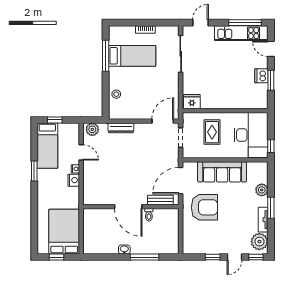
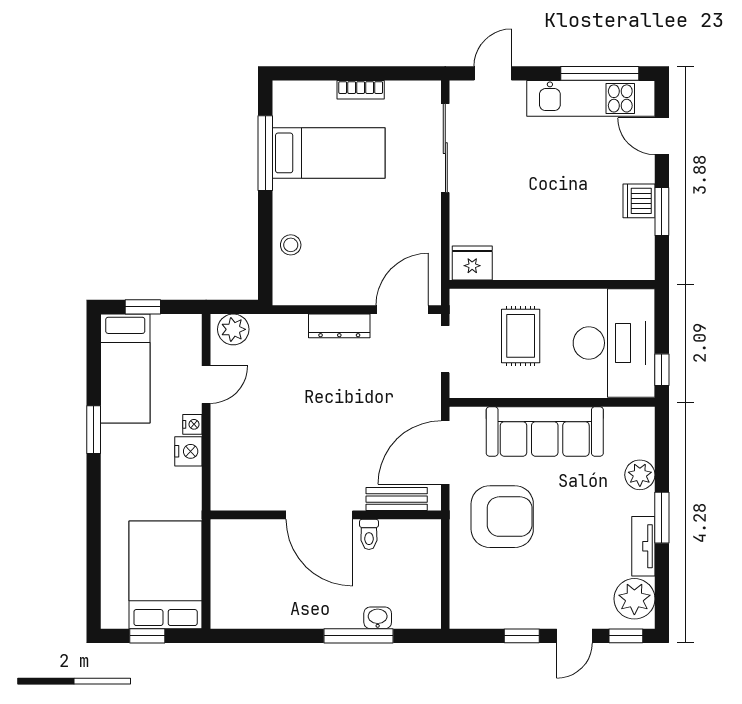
dresser: (121, 128) -> (339, 326), moved
door: (81, 152) -> (206, 385), hinge flipped
washbasin: (124, 249) -> (378, 618), moved

